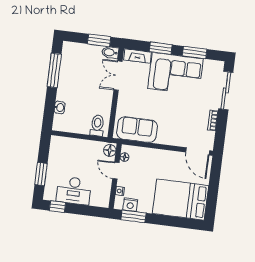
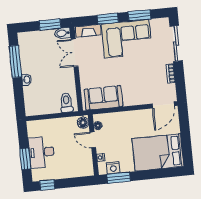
washbasin: (60, 107) -> (27, 80), moved
door: (198, 151) -> (163, 105), hinge flipped
desk: (74, 191) -> (42, 152), moved, turned 90

